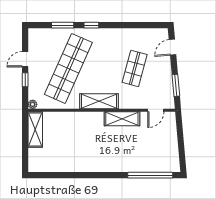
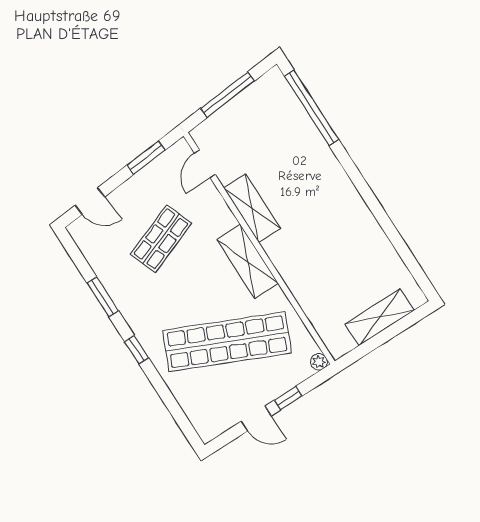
window: (63, 25) -> (103, 297), moved
shop shelf: (135, 68) -> (161, 239), turned -36
door: (156, 110) -> (205, 164), swing flipped
shelving: (35, 129) -> (380, 317), moved
window: (181, 141) -> (227, 95), added

